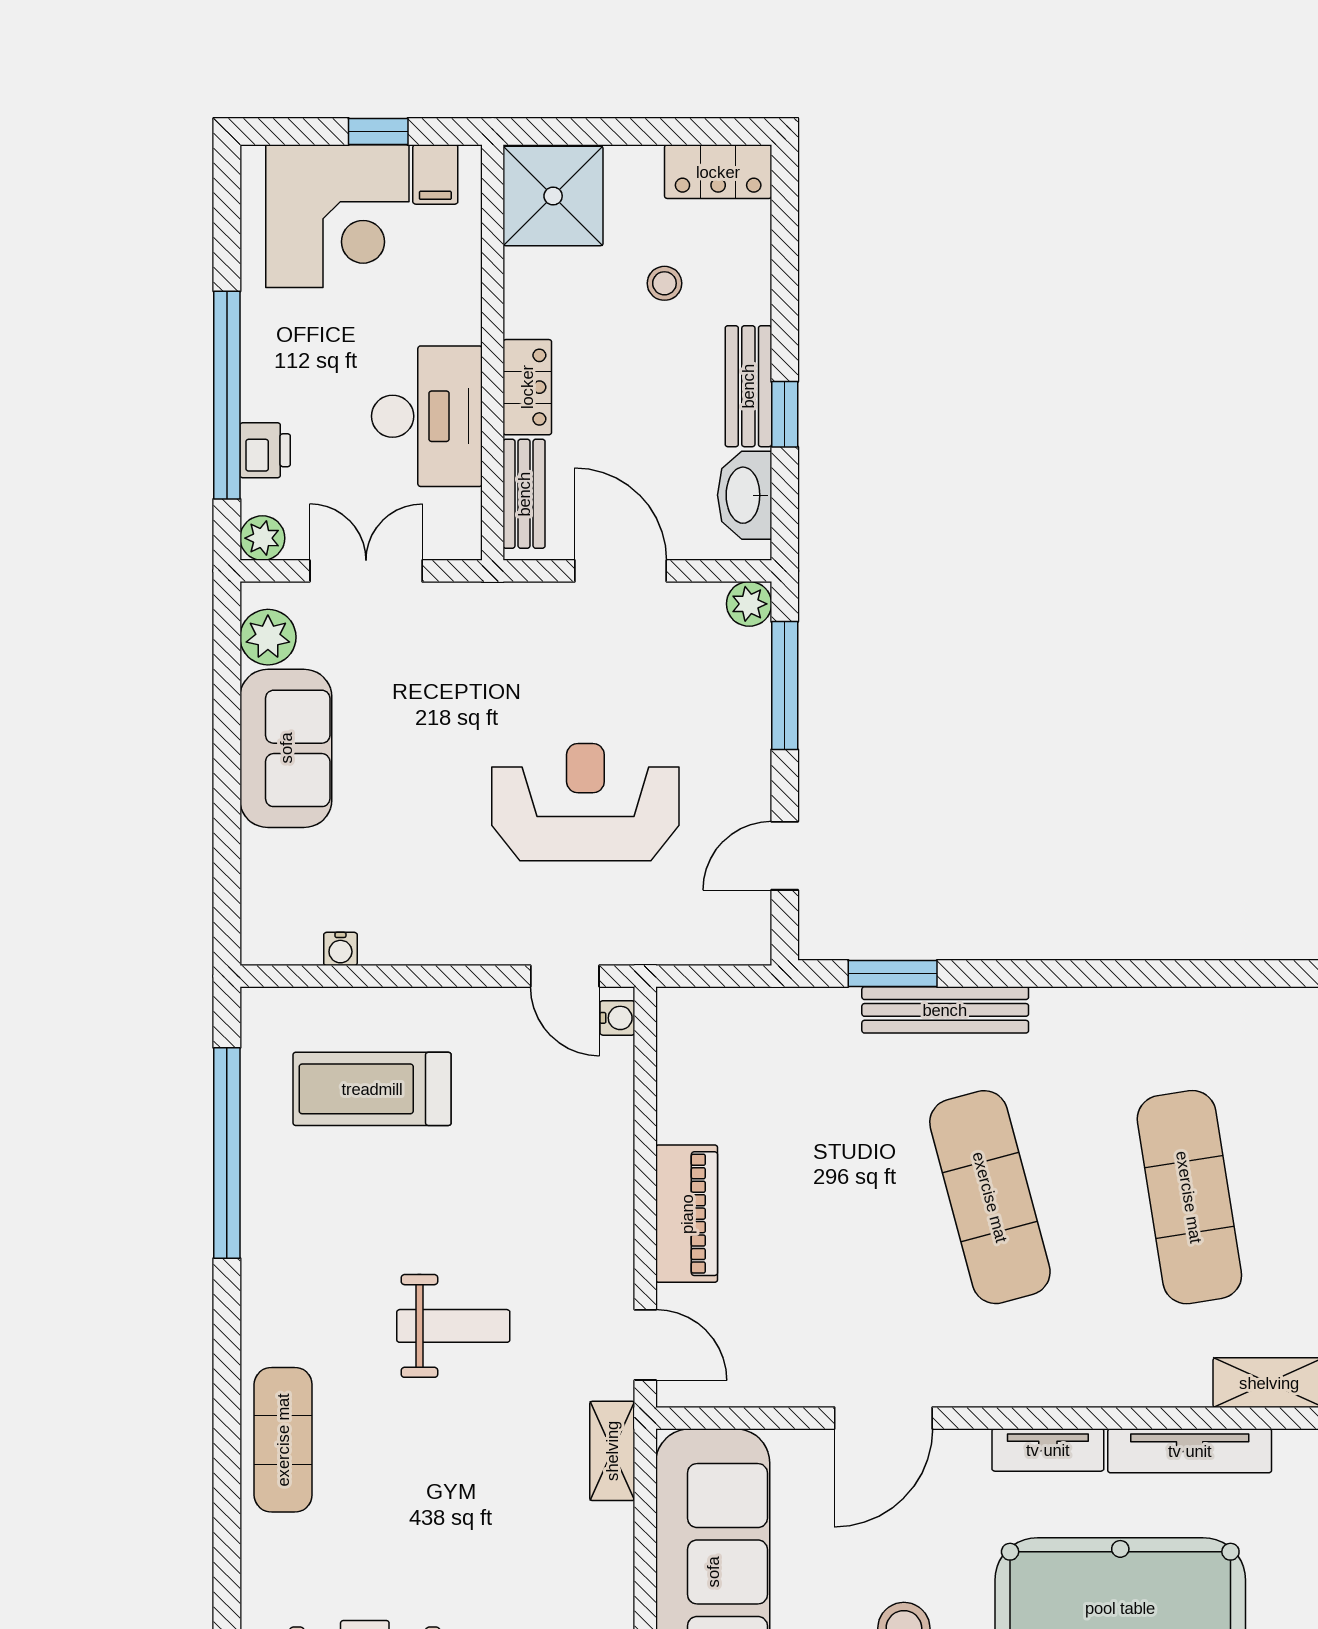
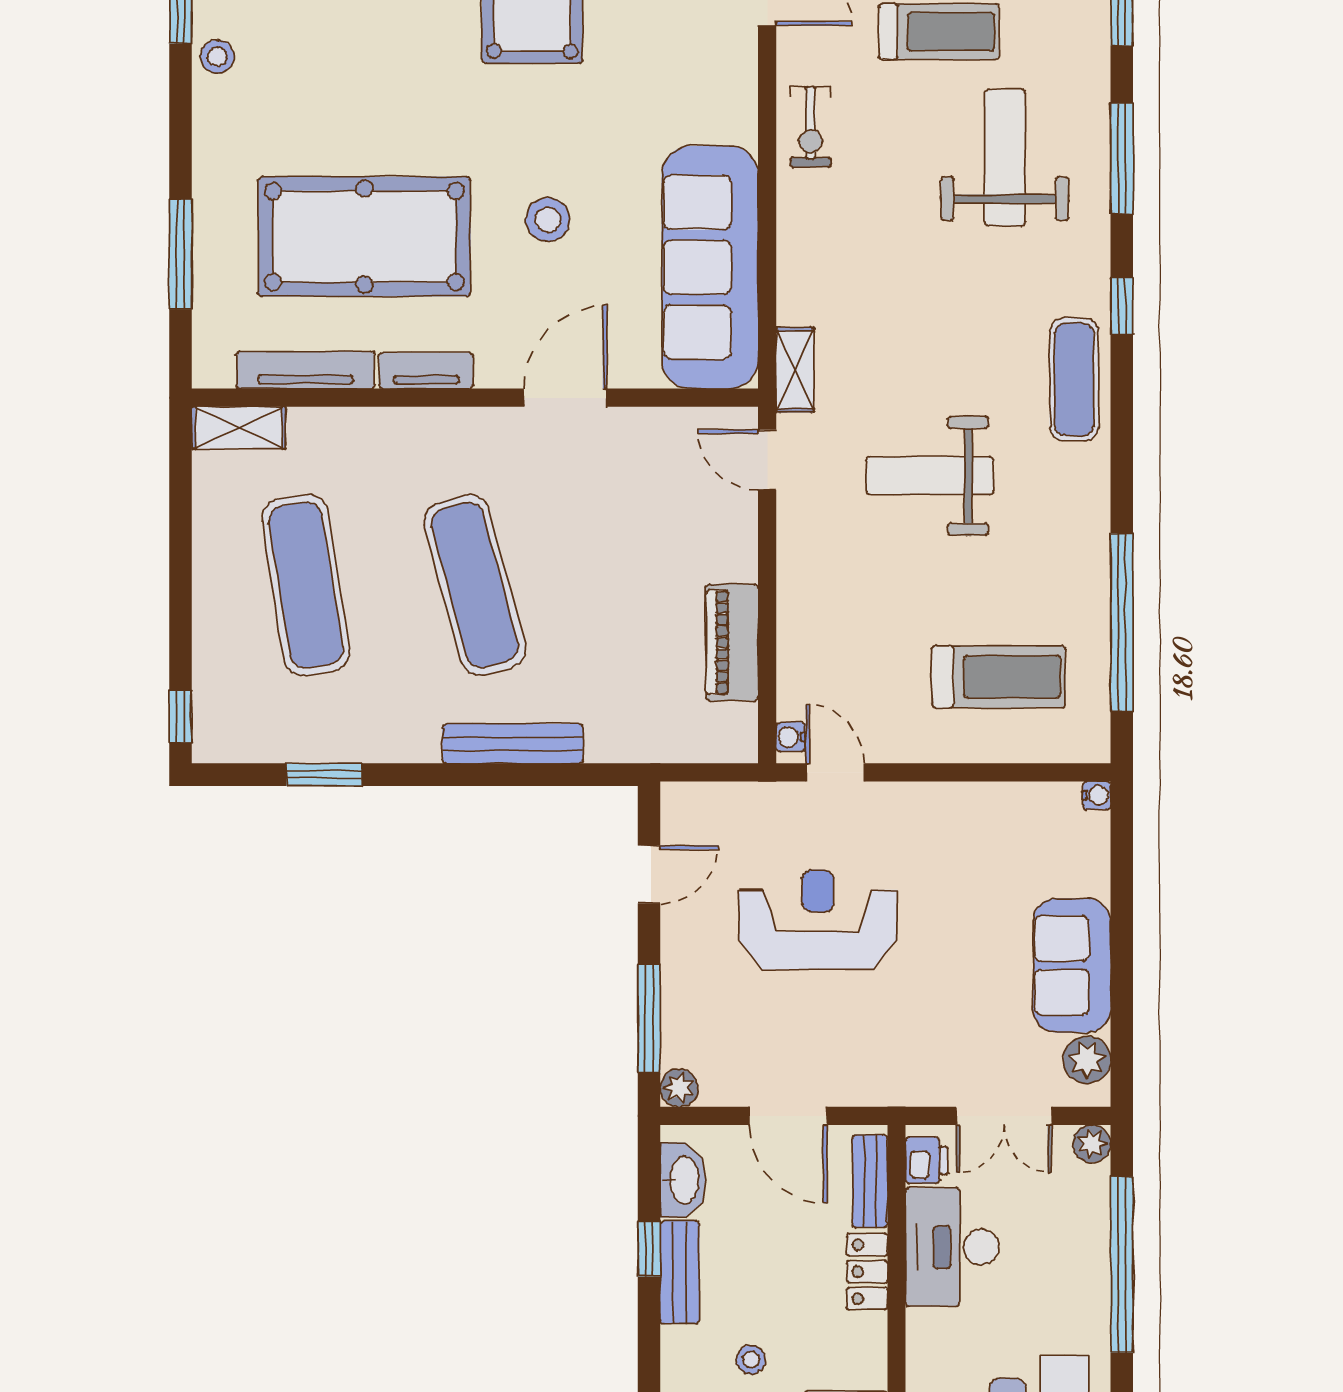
printer: (265, 450) -> (927, 1160), moved, turned 180
reception desk: (585, 802) -> (818, 920), turned 180
water cooler: (340, 949) -> (1097, 795), moved, turned 90
window: (893, 973) -> (324, 775), moved
piano: (687, 1214) -> (732, 642), moved
weight bench: (453, 1326) -> (930, 476), width x1.36, depth x1.33
window: (227, 1527) -> (1122, 306), added

